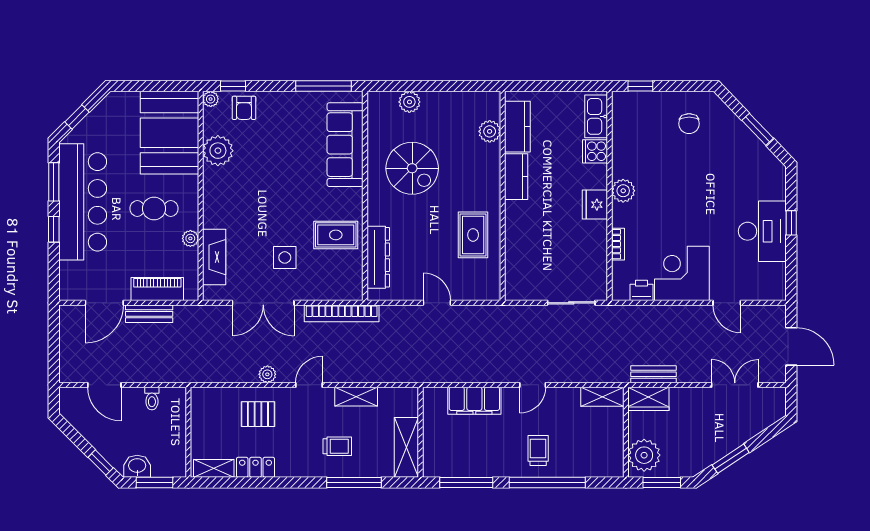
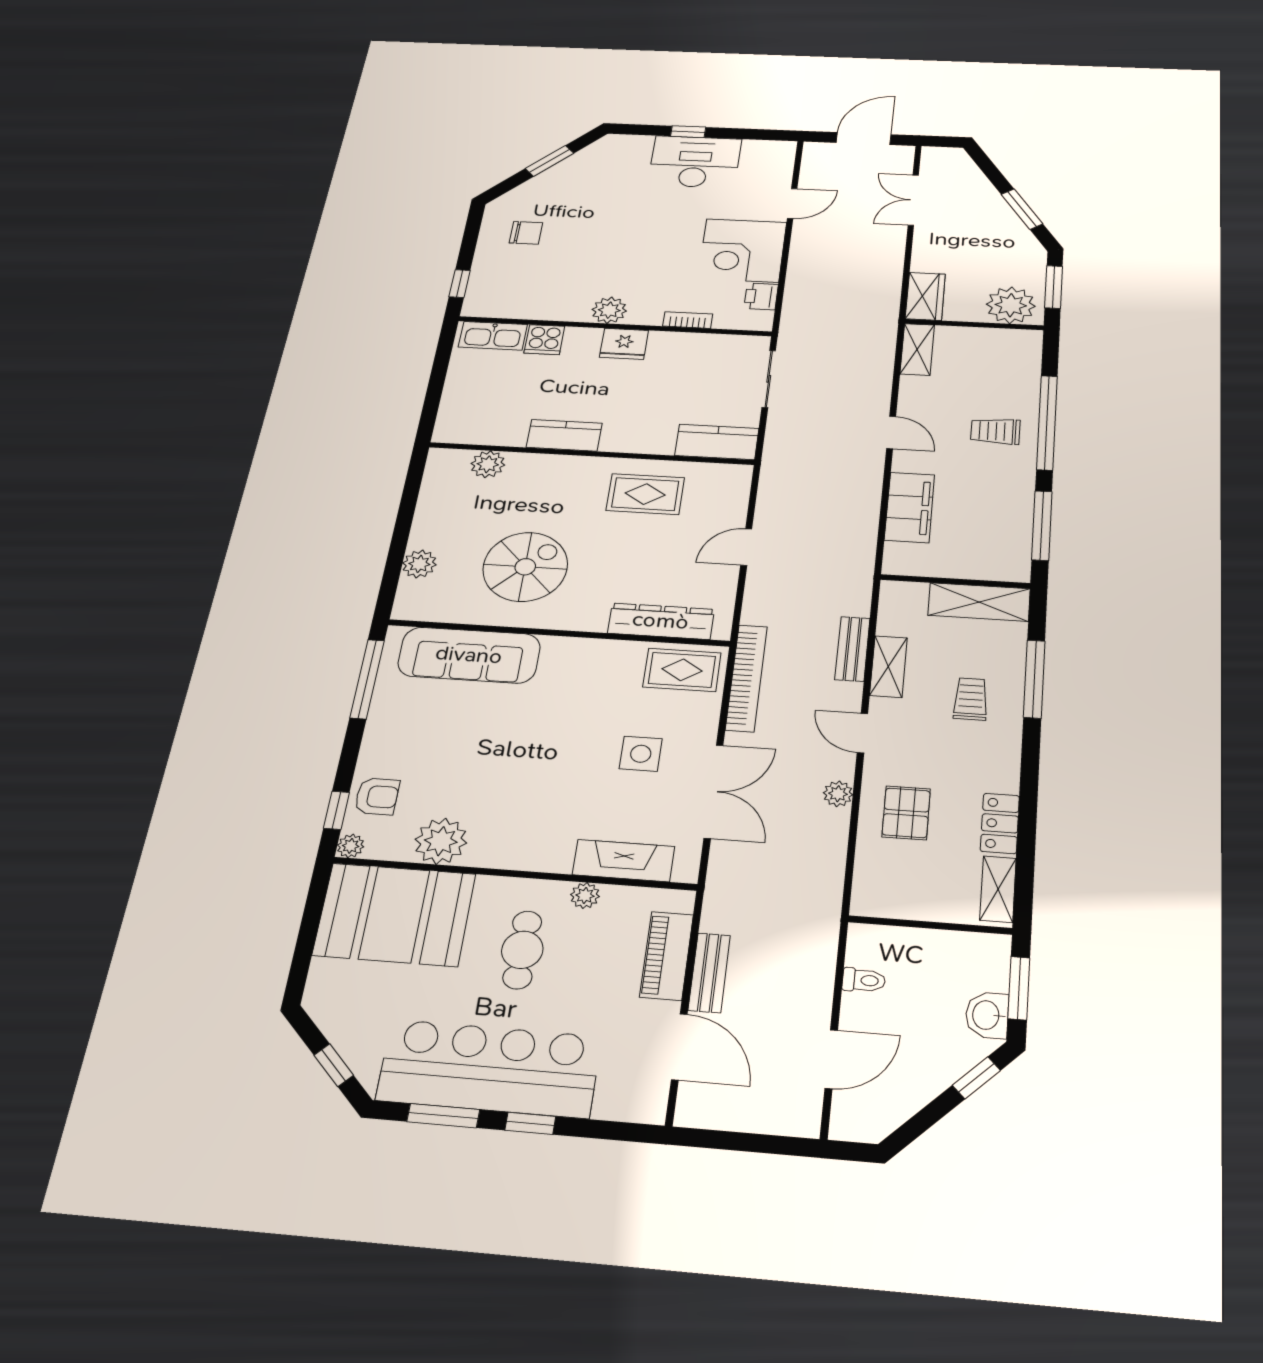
kitchen counter: (517, 127) -> (717, 442), moved
rug: (336, 235) -> (682, 670), moved, turned 90
bench: (654, 374) -> (852, 649), moved

